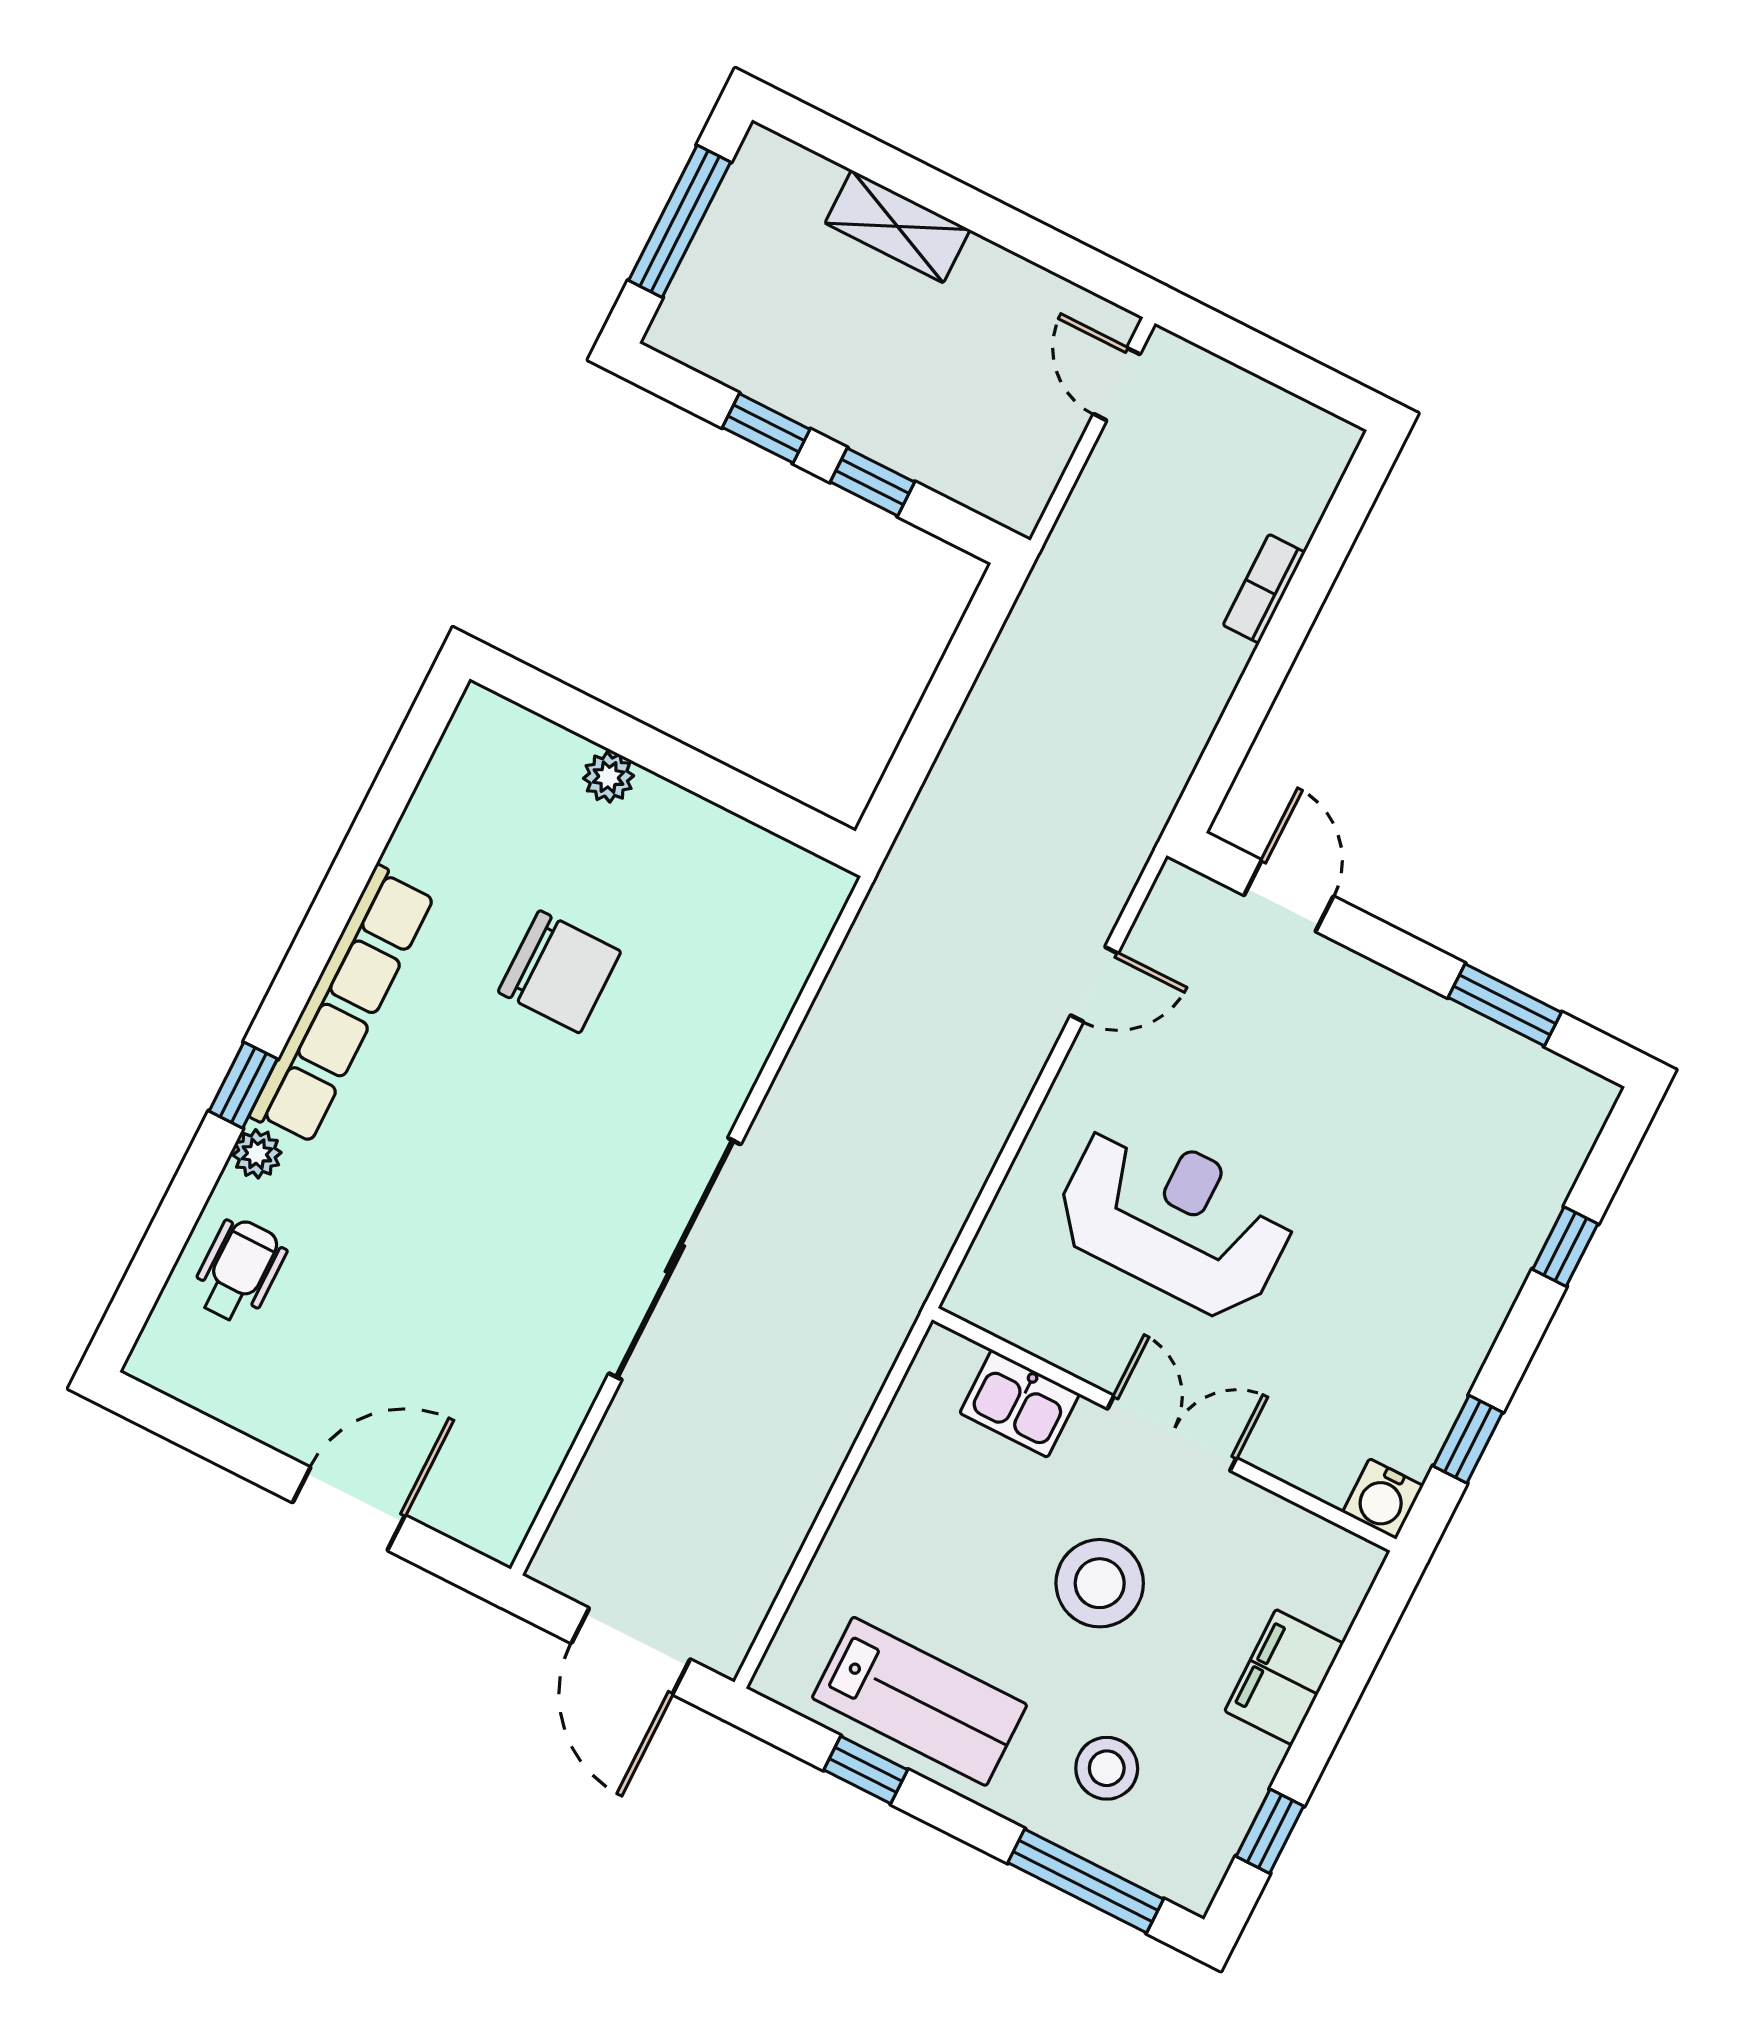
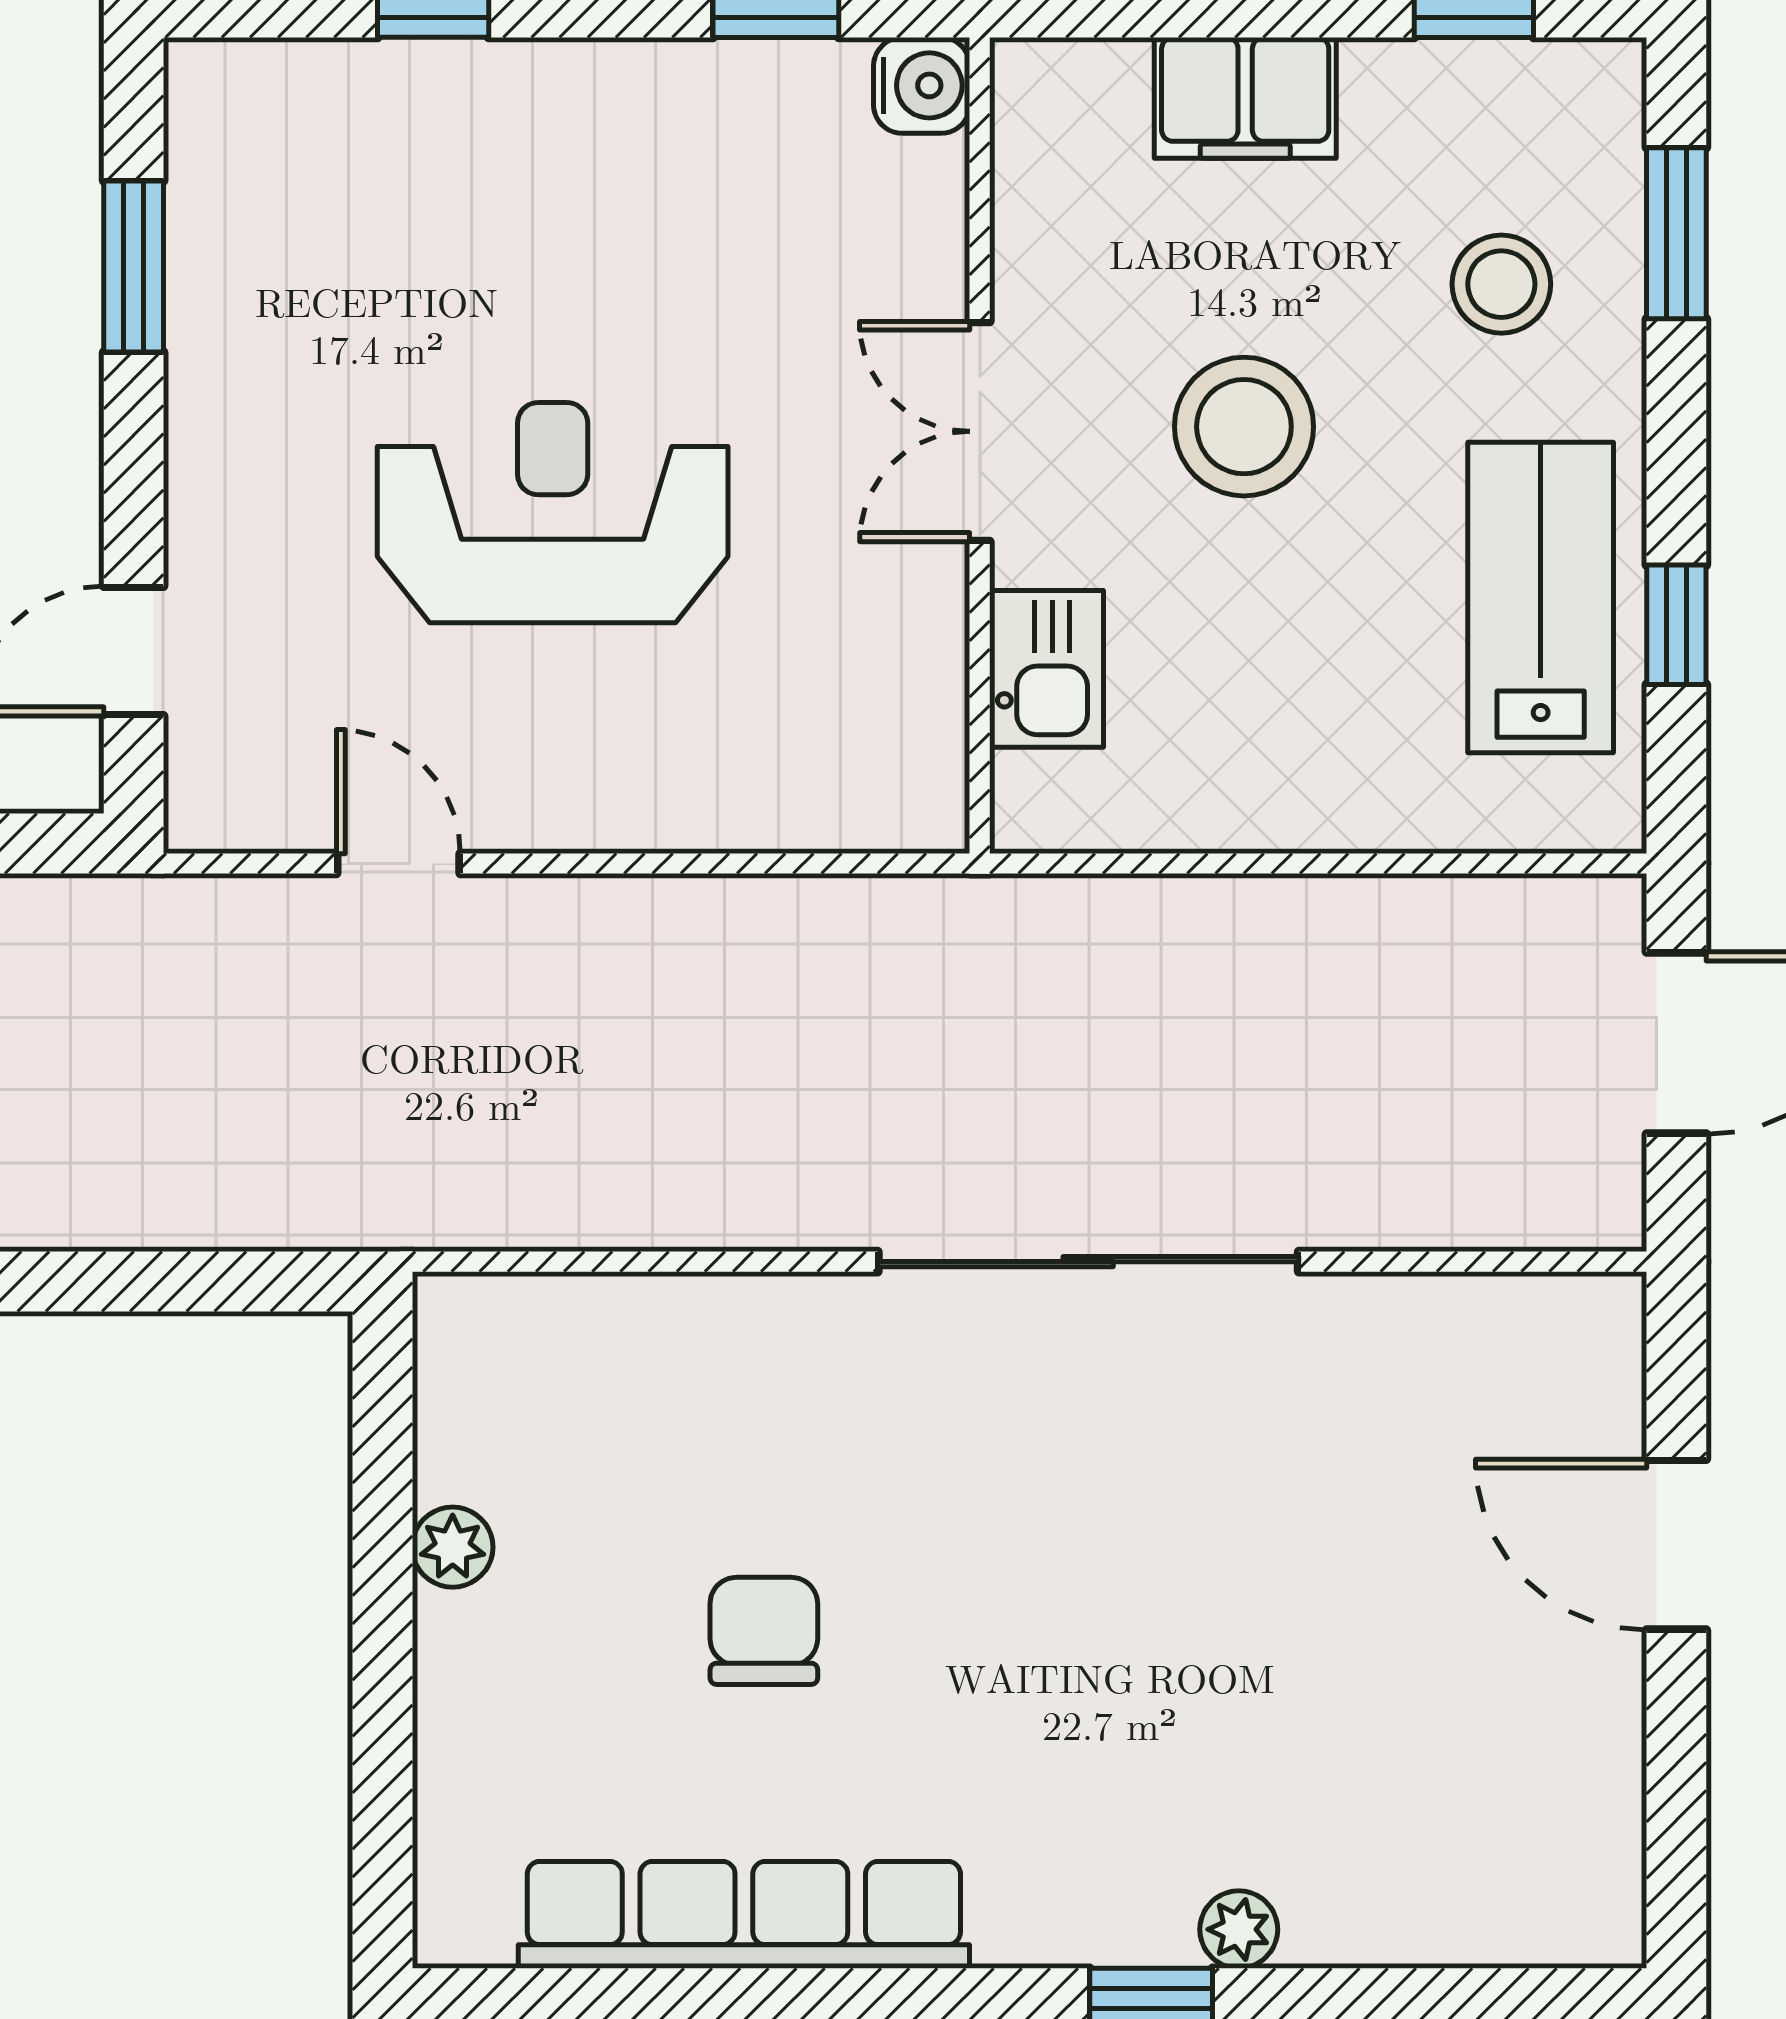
plant: (609, 777) -> (453, 1547), moved
chair: (559, 972) -> (764, 1631), width x0.73, depth x0.73
row of seats: (342, 1005) -> (744, 1915), moved
reception desk: (1175, 1219) -> (553, 513), moved, turned 90
wheelchair: (239, 1271) -> (1418, 1872), removed
window: (1086, 1881) -> (1676, 233), width x0.69

